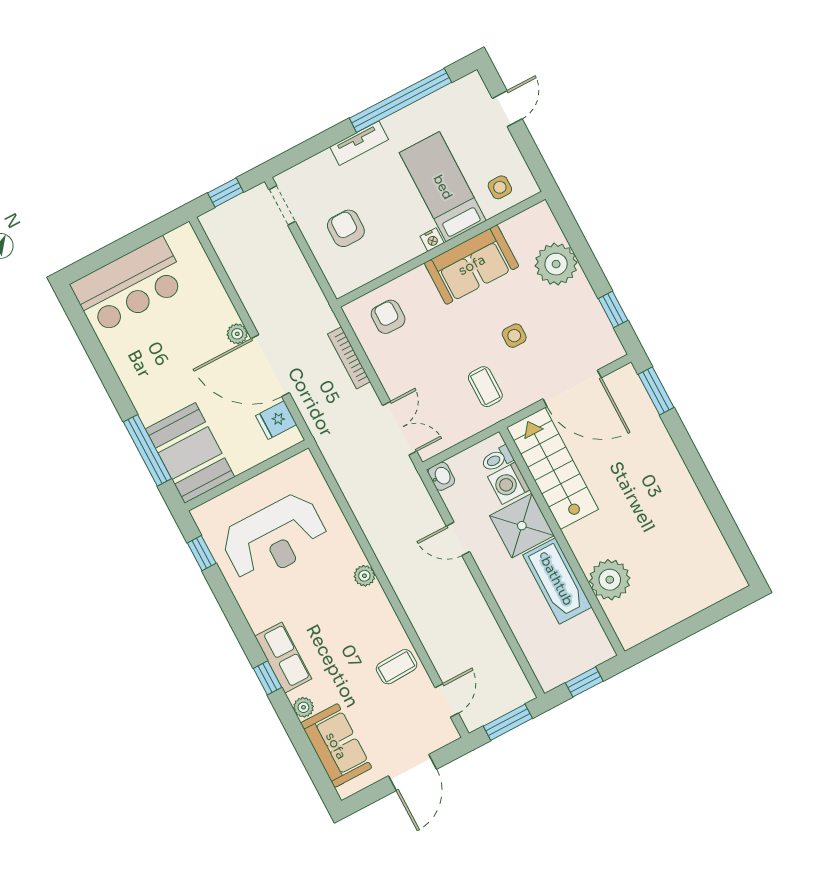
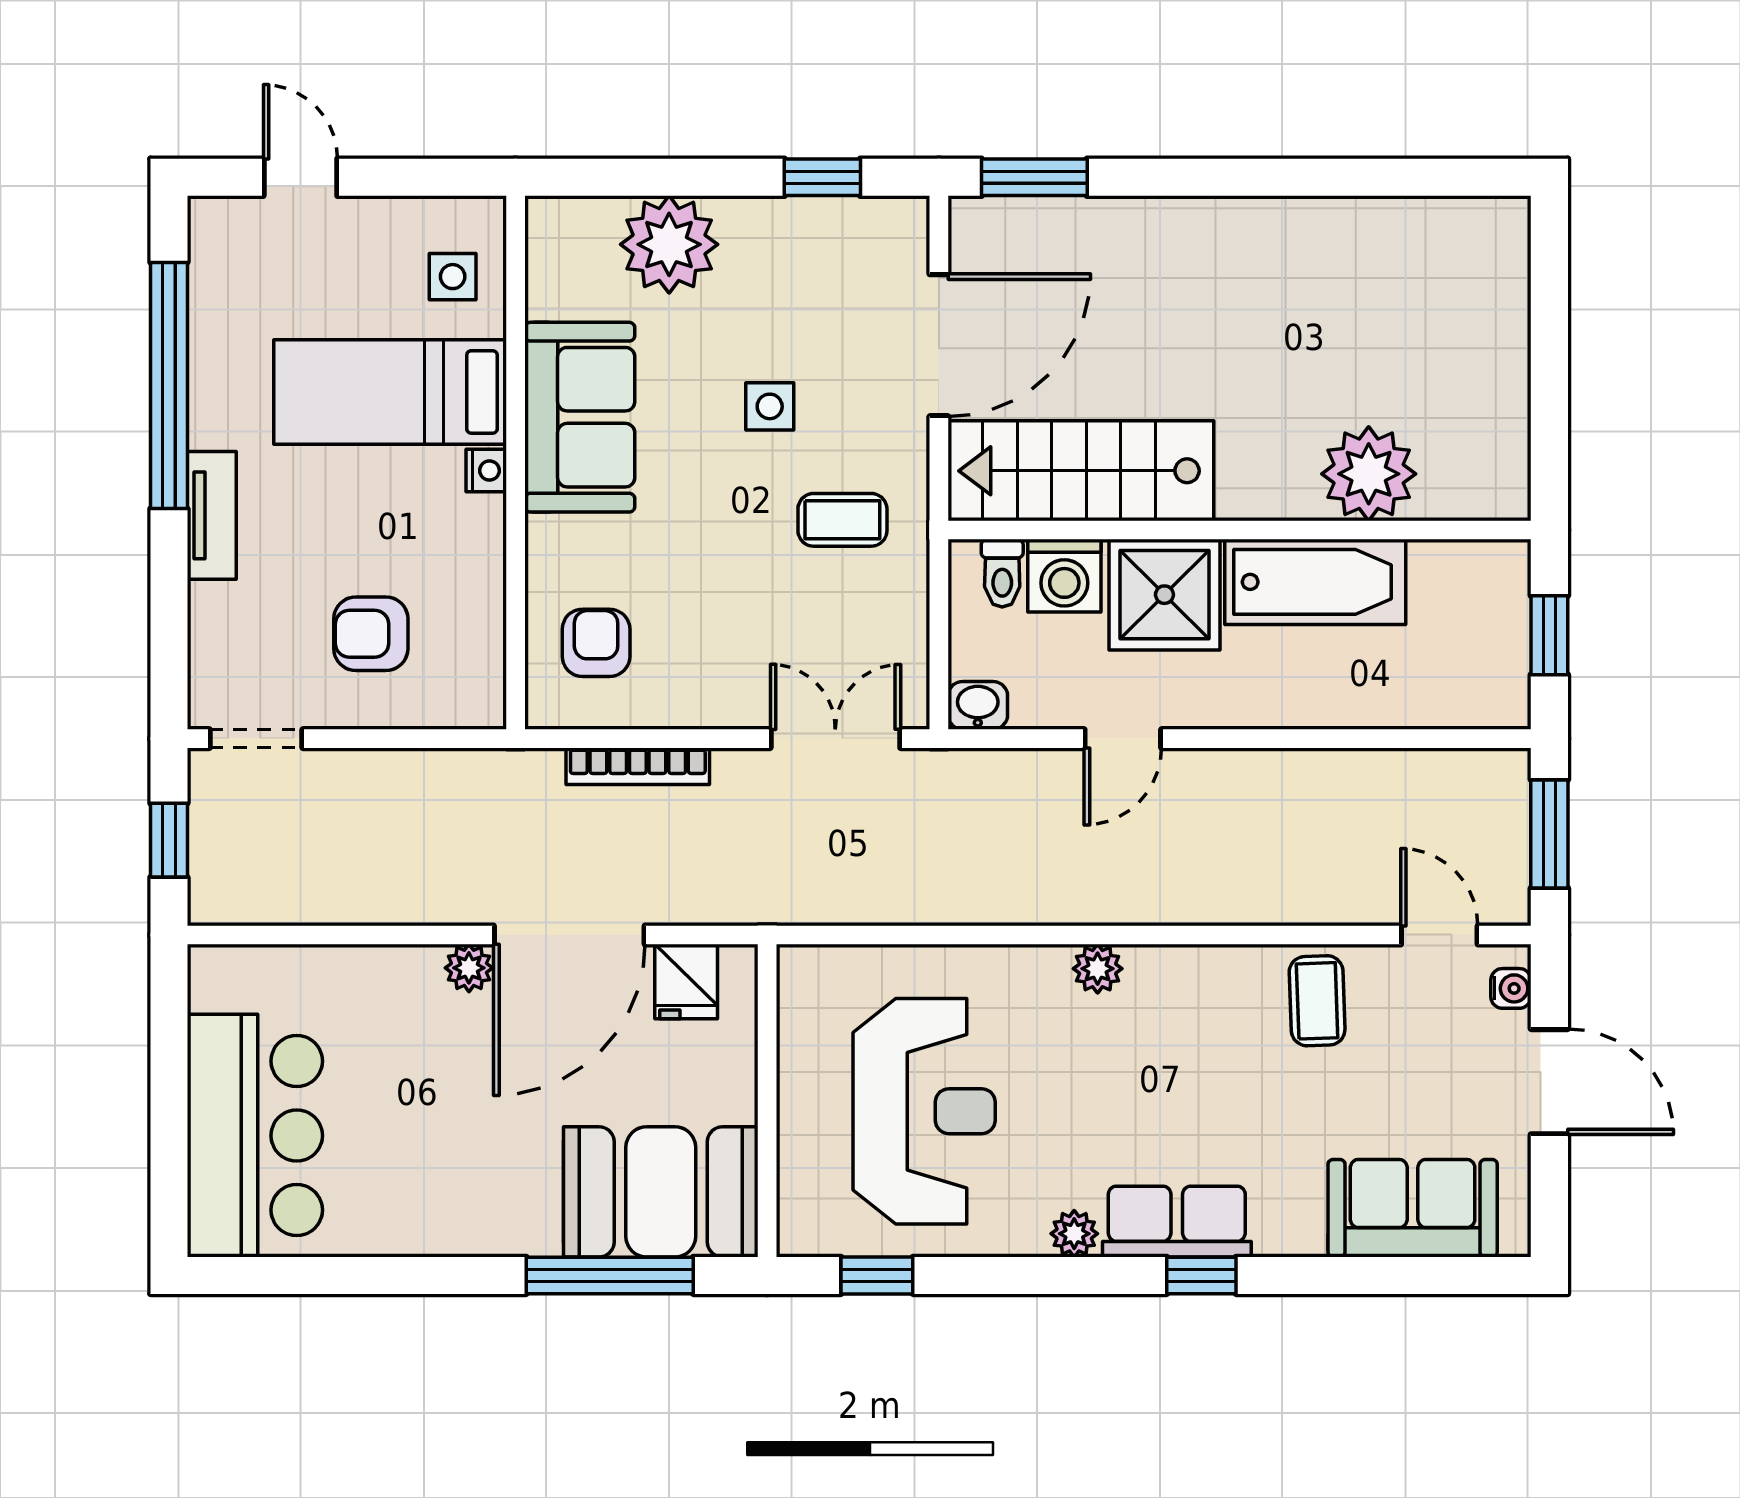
armchair: (388, 317) -> (596, 643), turned 90
plant: (303, 707) -> (1074, 1234), moved
water cooler: (441, 739) -> (1511, 988), added

